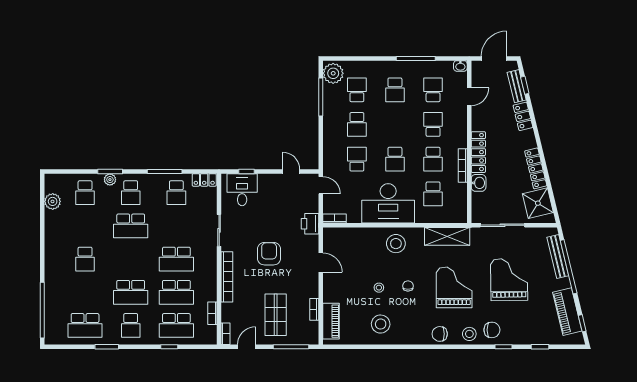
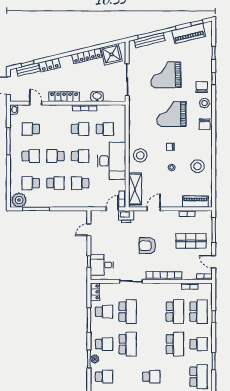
school desk: (433, 124) -> (55, 156), moved
locker: (478, 152) -> (64, 97), moved
door: (321, 185) -> (112, 209), moved
shelving: (447, 236) -> (135, 189), moved
school desk: (176, 259) -> (128, 312), moved

